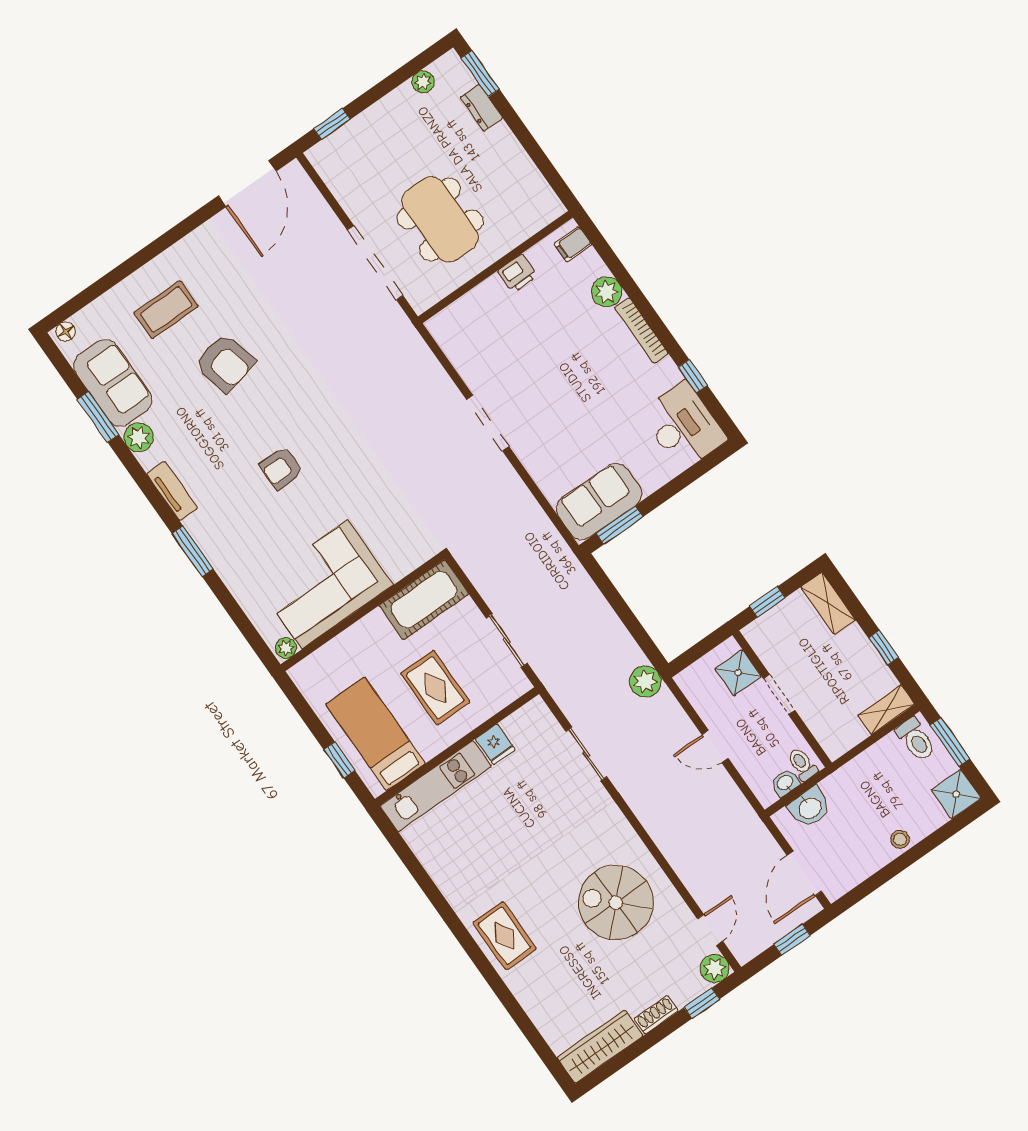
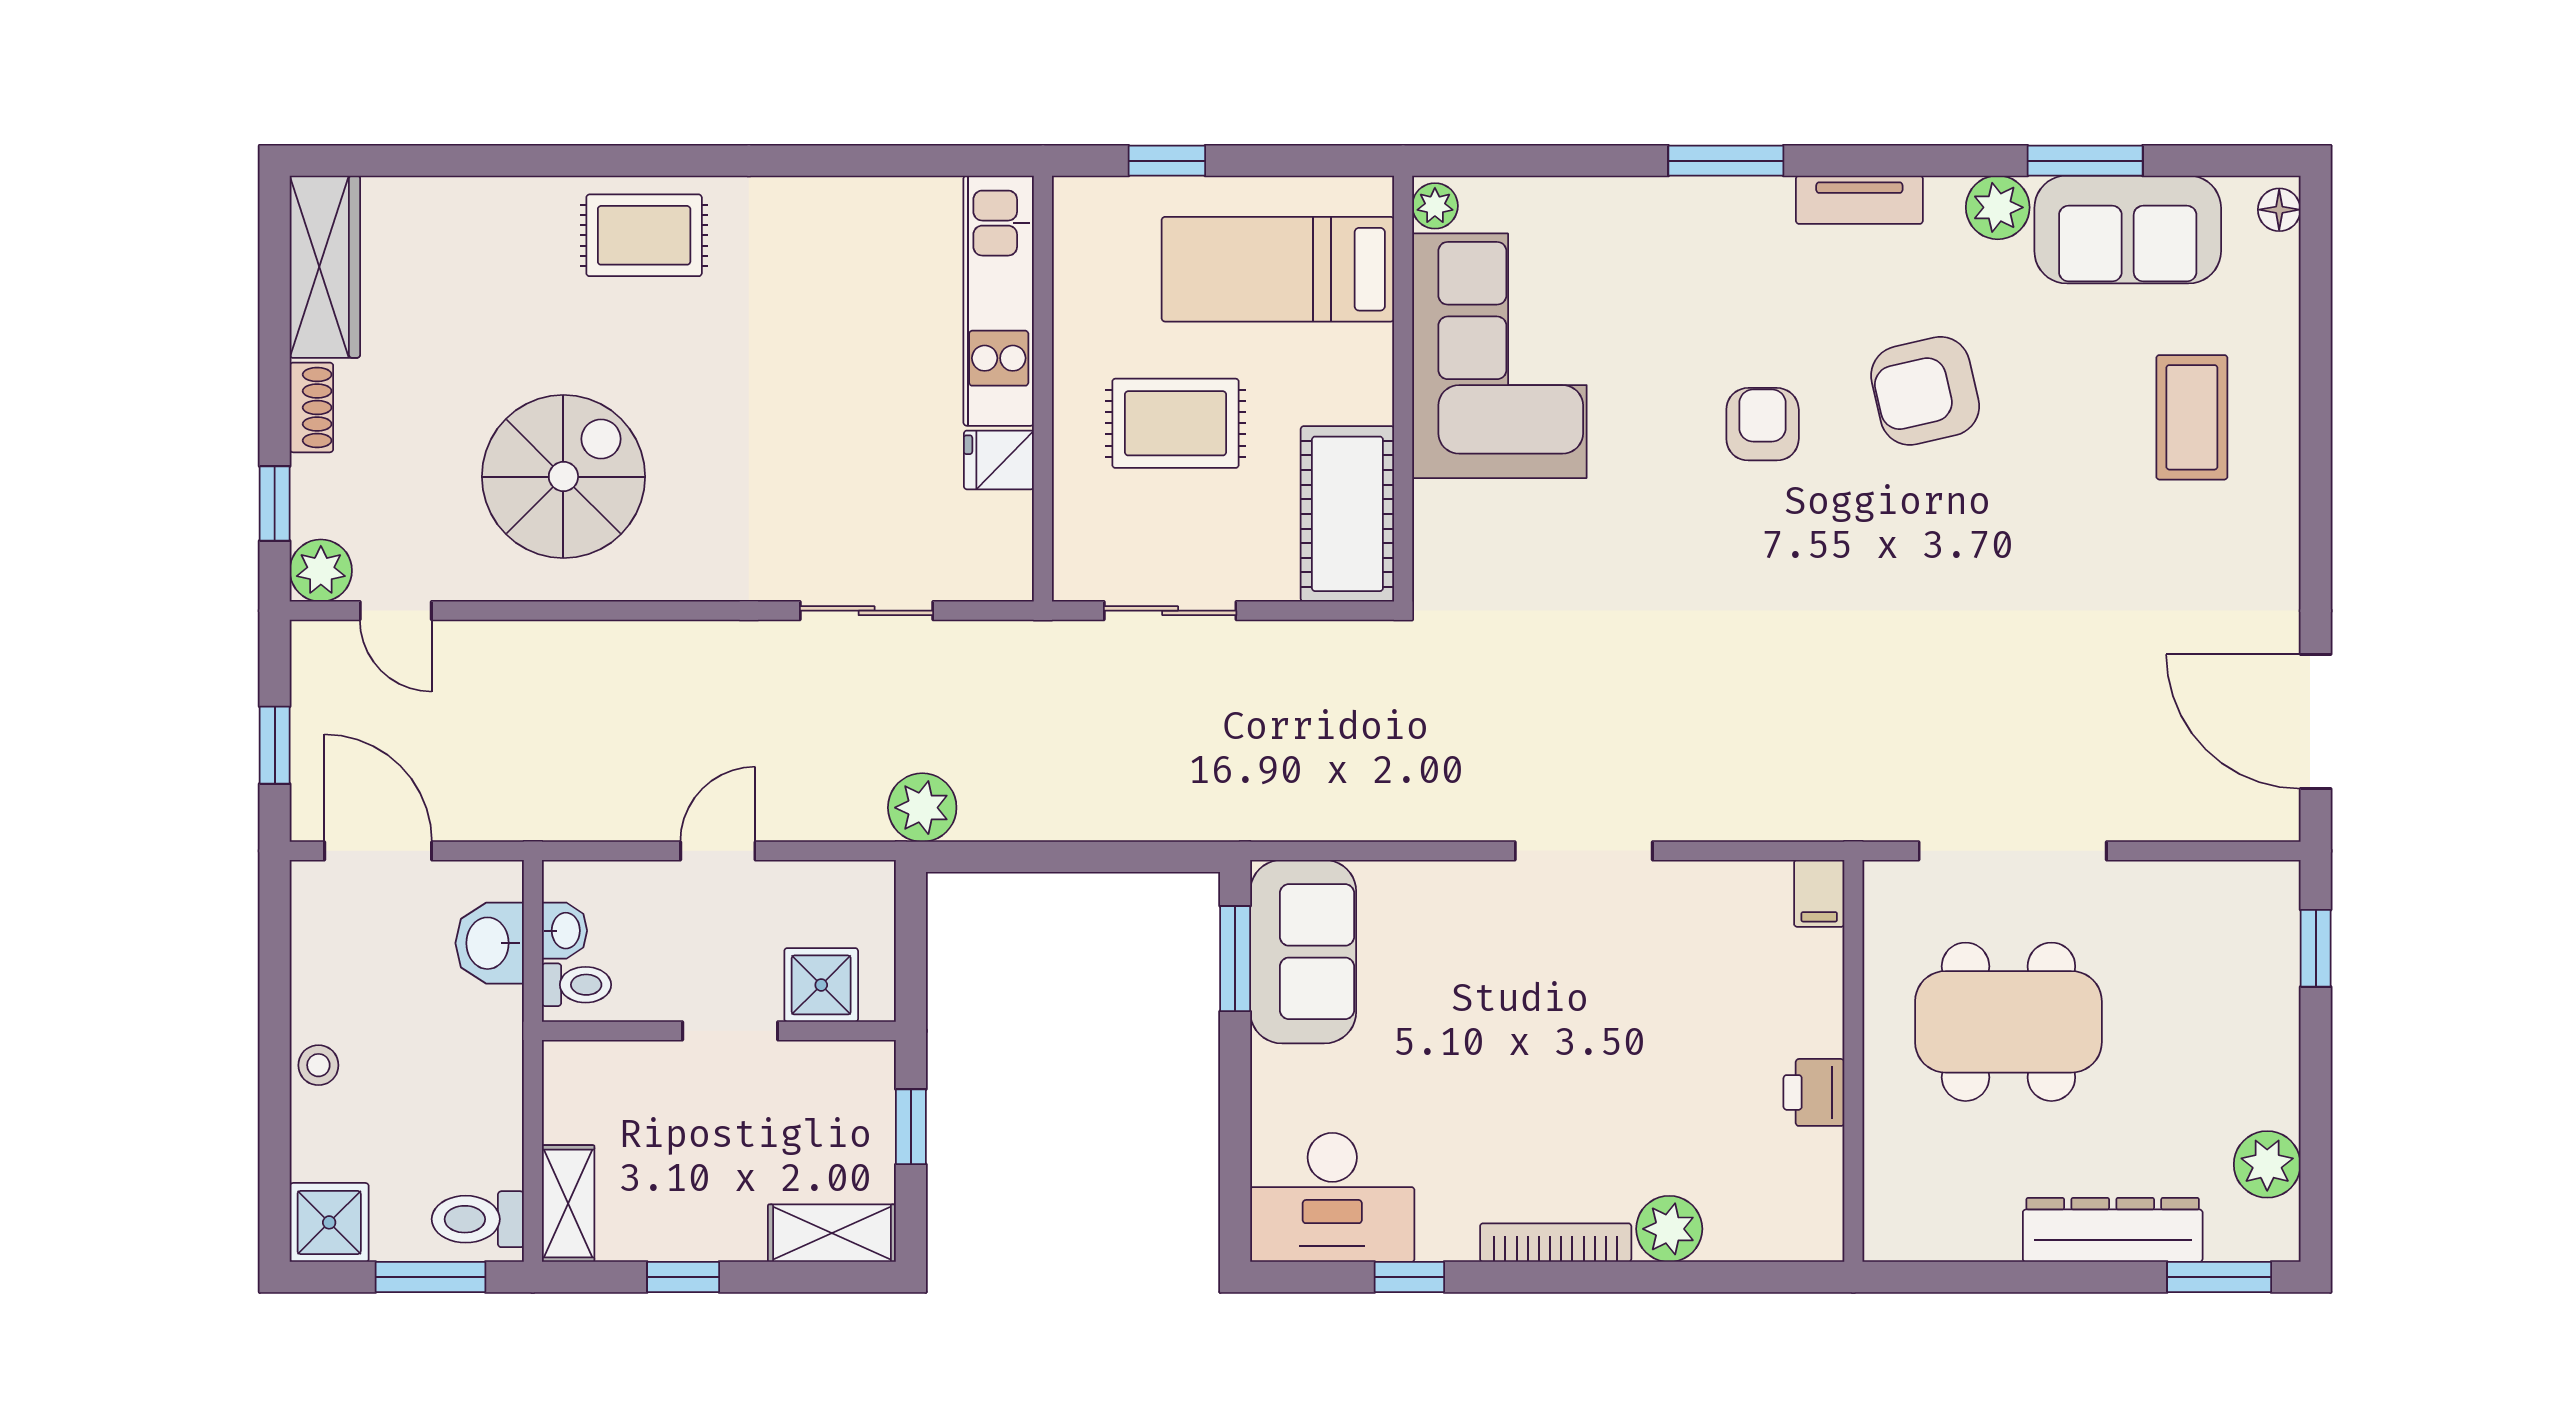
plant: (423, 82) -> (2267, 1164), width x1.38, depth x1.38
dresser: (481, 108) -> (2113, 1230), width x1.96, depth x1.24
filing cabinet: (573, 244) -> (1819, 893), moved, turned 180
armchair: (225, 363) -> (1925, 391), moved
bed: (376, 734) -> (1278, 269), moved, turned 180

